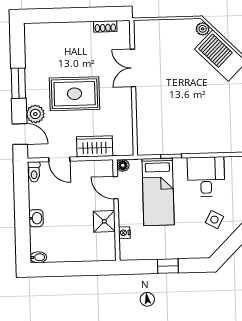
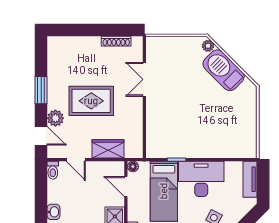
shoe rack: (105, 26) -> (116, 41), width x1.43
desk: (206, 177) -> (201, 179), width x1.37

